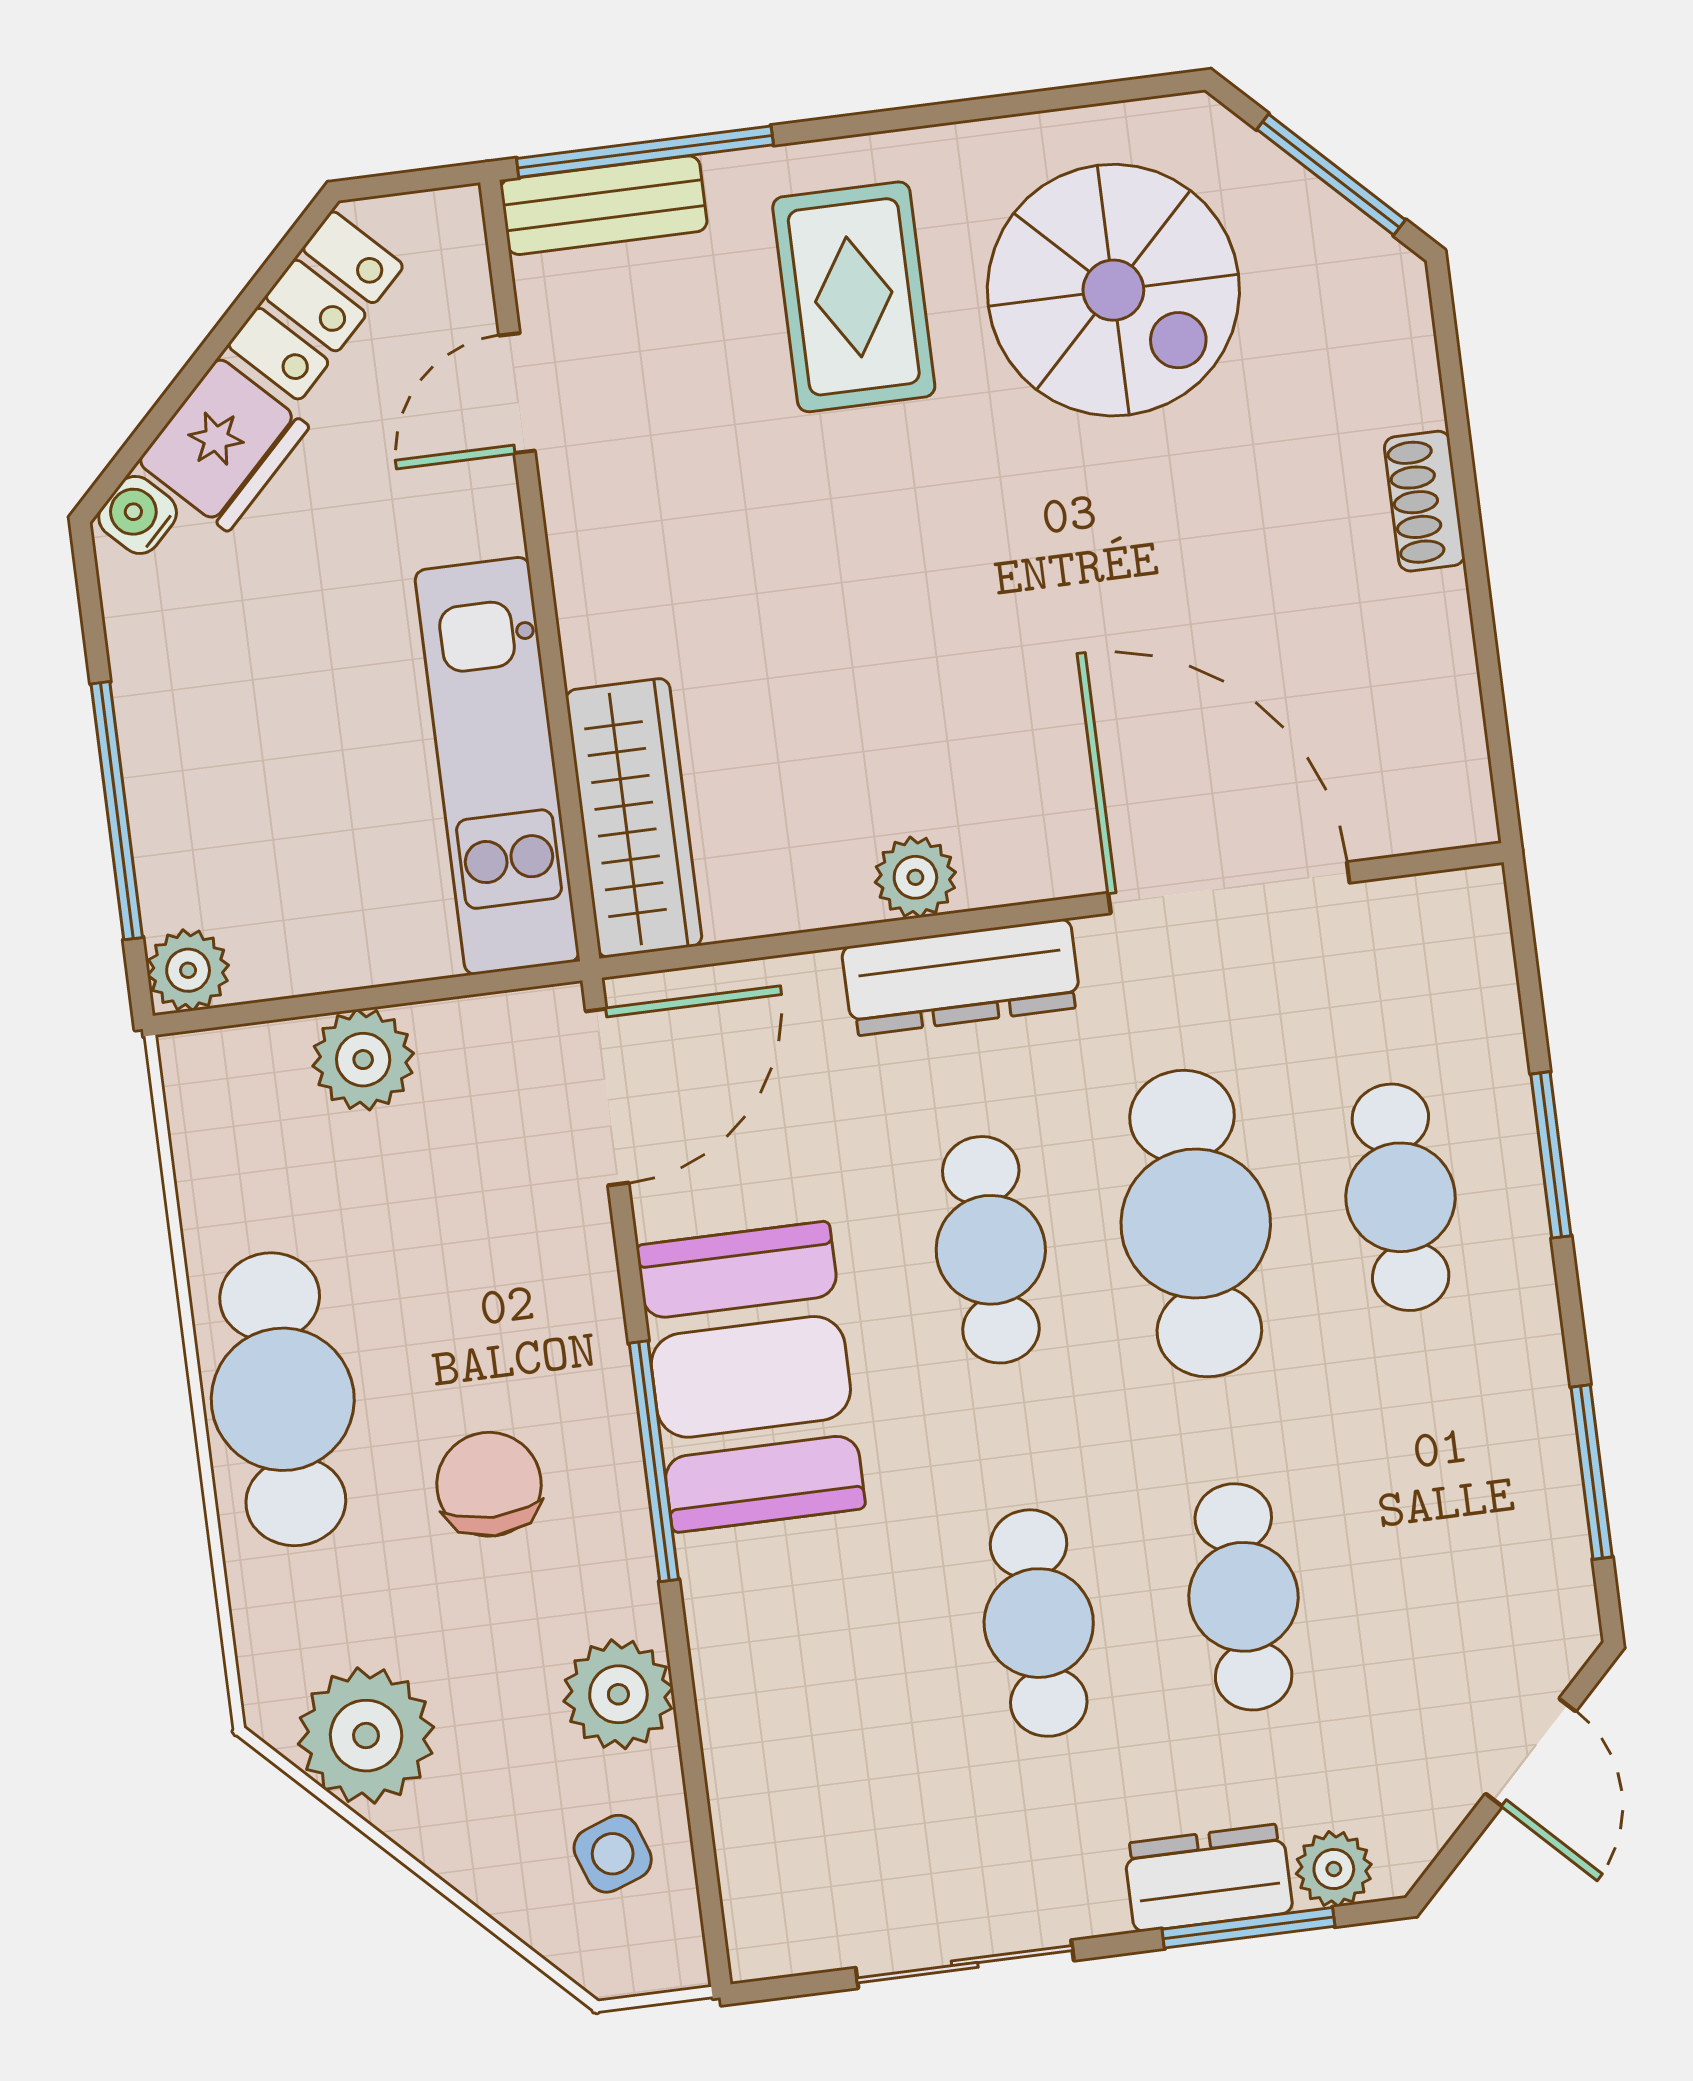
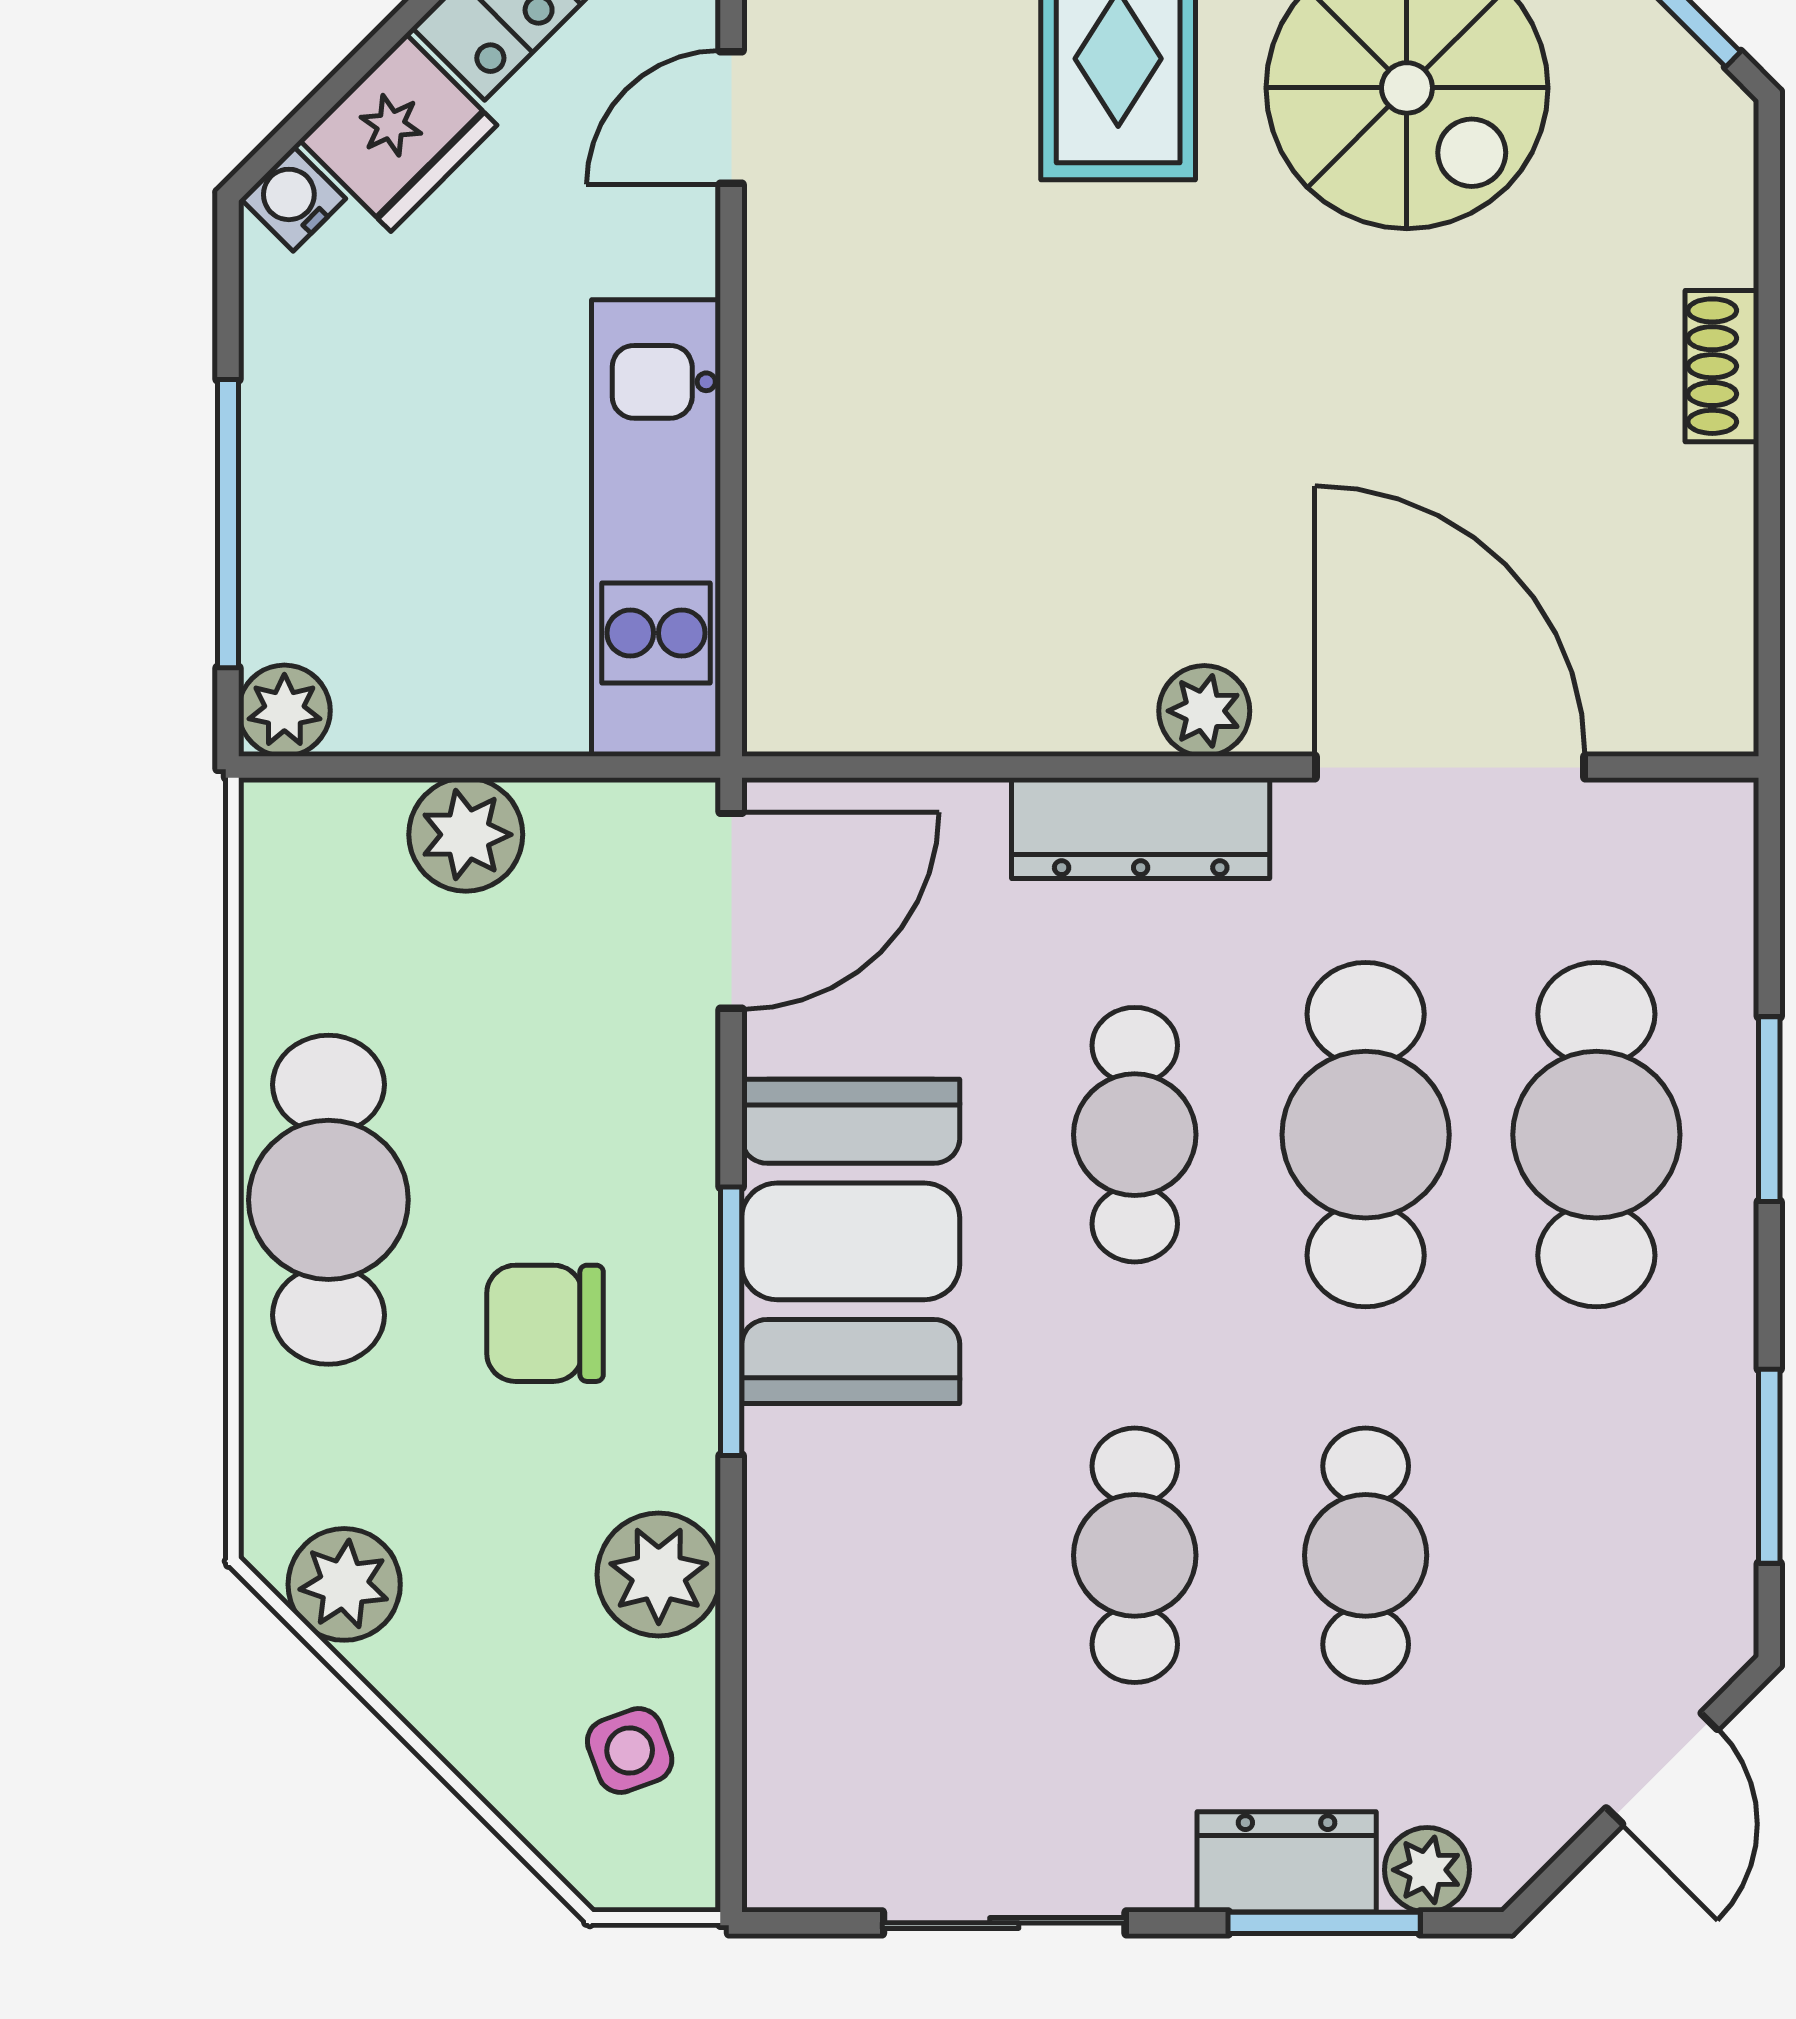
wardrobe: (634, 818) -> (800, 605), removed
plant: (915, 877) -> (1204, 711), moved
cafe table: (1400, 1197) -> (1596, 1135), width x1.37, depth x1.35
chair: (489, 1484) -> (545, 1323), turned -90
plant: (366, 1736) -> (344, 1584), width x0.73, depth x0.73

